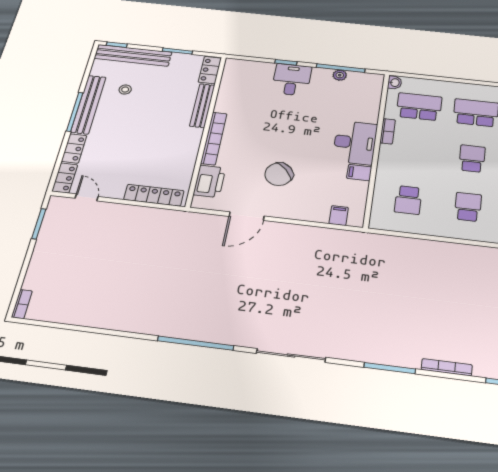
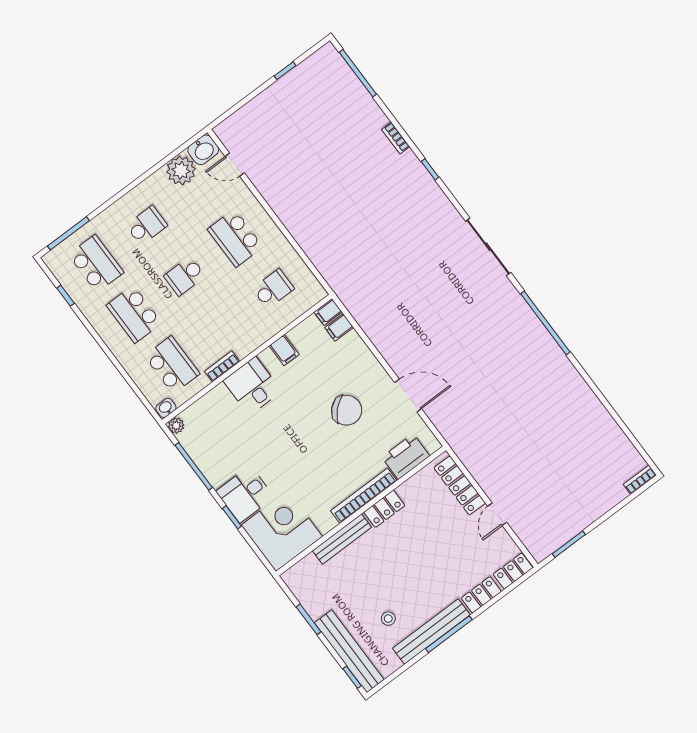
locker: (210, 70) -> (384, 509), moved
plant: (340, 75) -> (176, 426), moved
corner desk: (246, 80) -> (282, 531), added
school desk: (419, 107) -> (172, 365), turned 180
desk: (355, 143) -> (252, 386), width x0.73
door: (87, 197) -> (497, 514), moved
school desk: (468, 207) -> (235, 238), width x1.85
filing cabinet: (356, 218) -> (328, 312), added
bookcase: (447, 367) -> (396, 138), width x0.64
window: (390, 368) -> (430, 169), width x0.46

